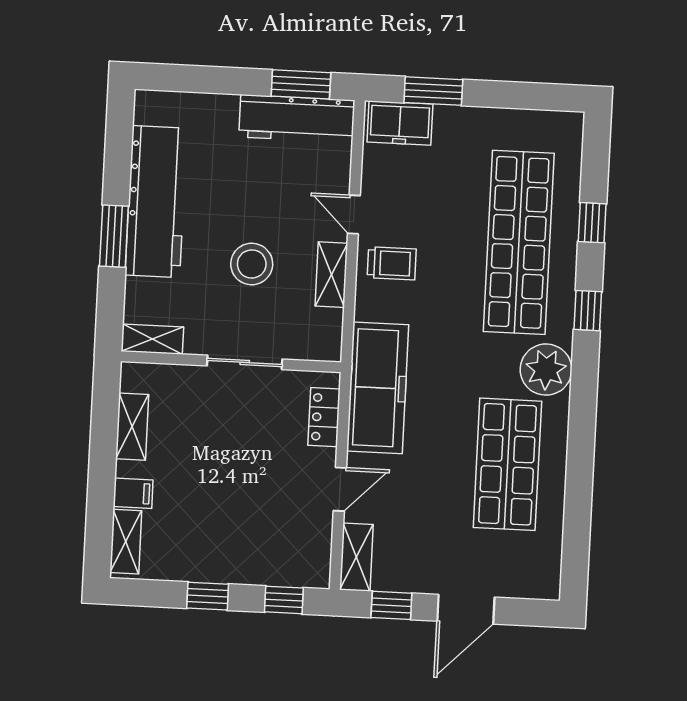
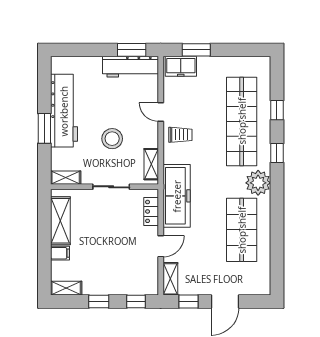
shelving: (331, 275) -> (151, 164), moved
shelving: (132, 427) -> (60, 221), width x1.50, depth x1.33
shelving: (126, 542) -> (66, 288), moved, turned 90

